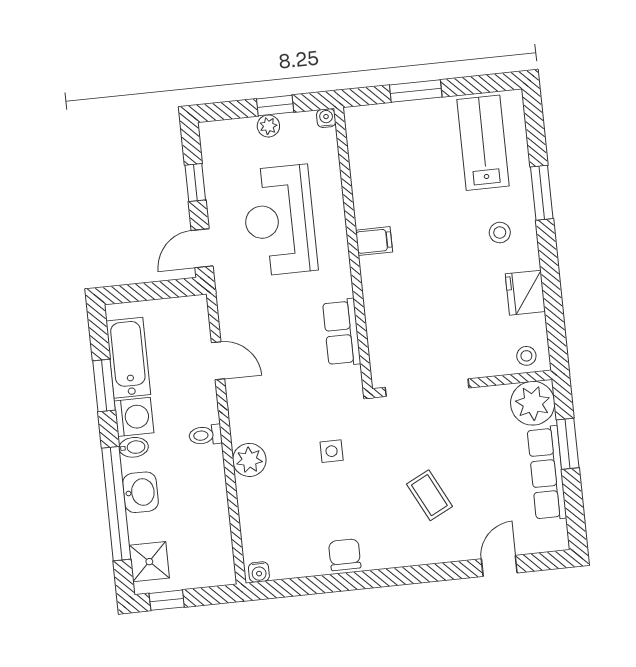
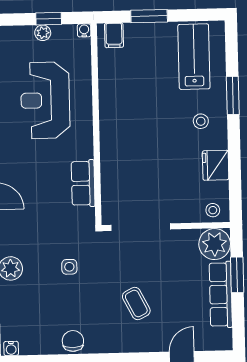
filing cabinet: (374, 241) -> (114, 35), moved, turned 90

